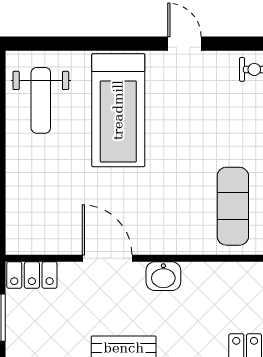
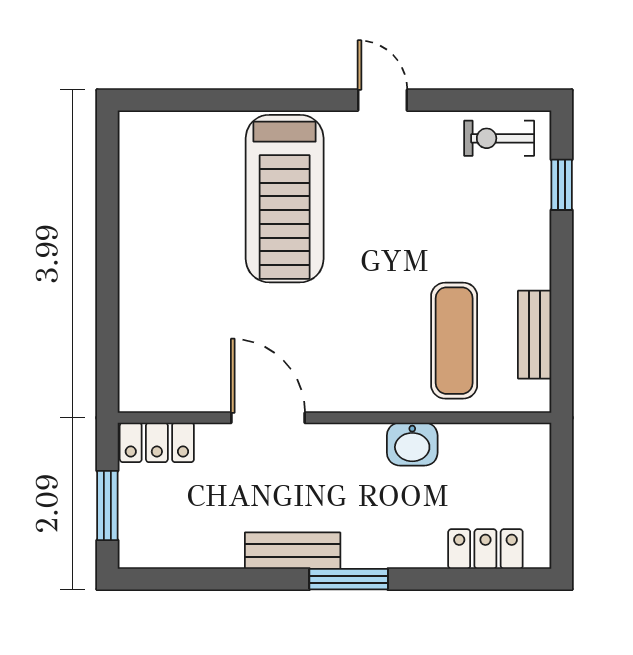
weight bench: (41, 100) -> (170, 184), removed
washbasin: (163, 276) -> (412, 444), moved

